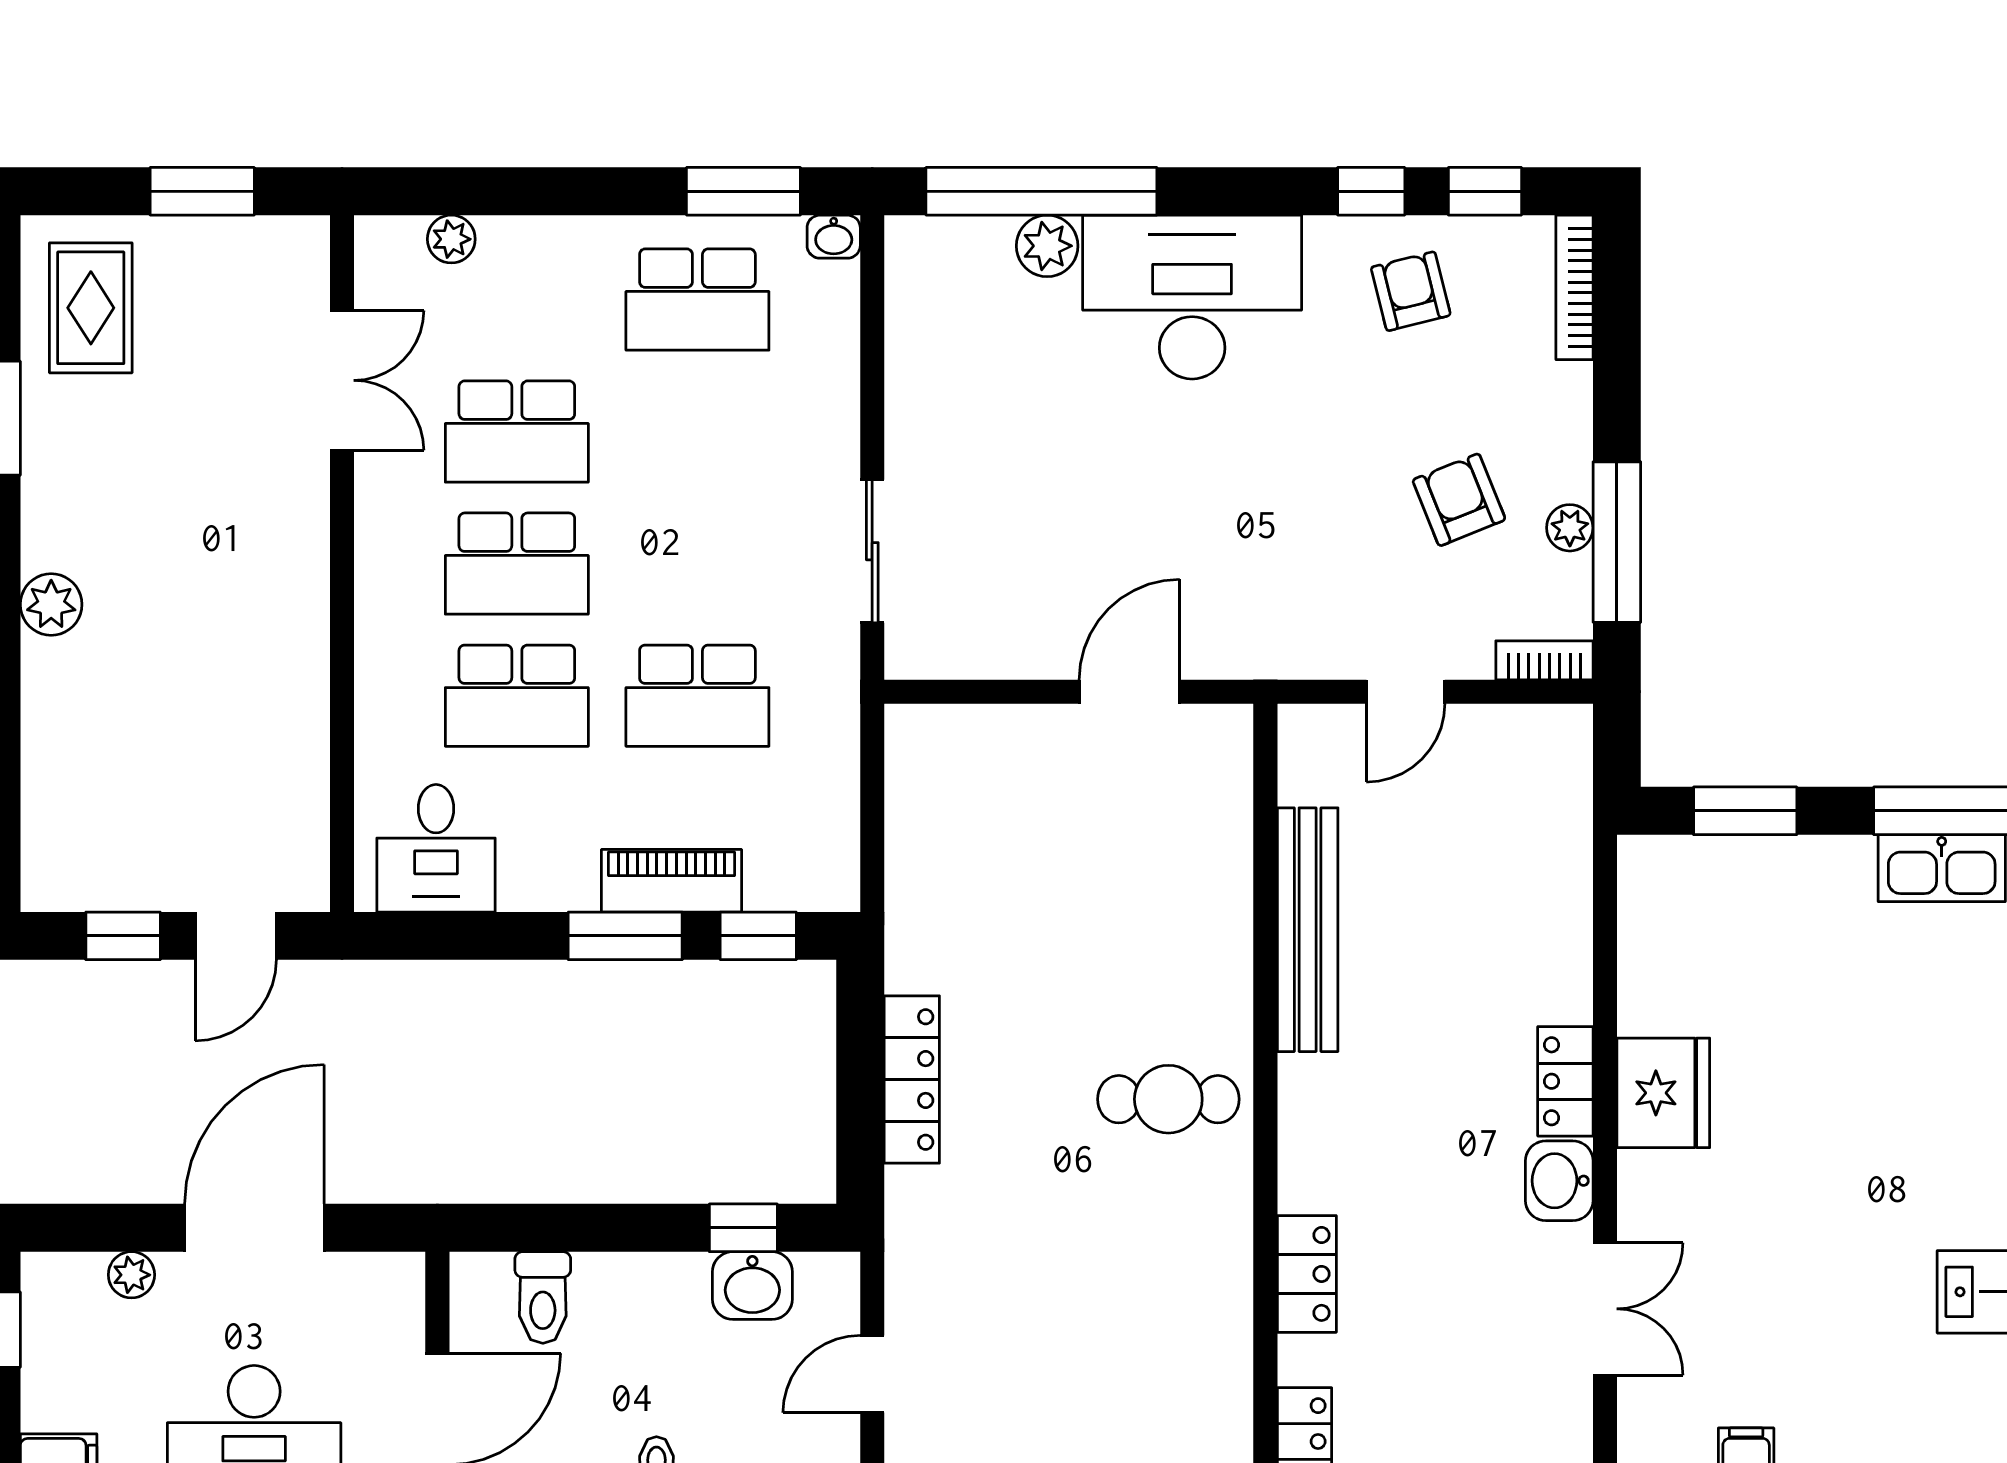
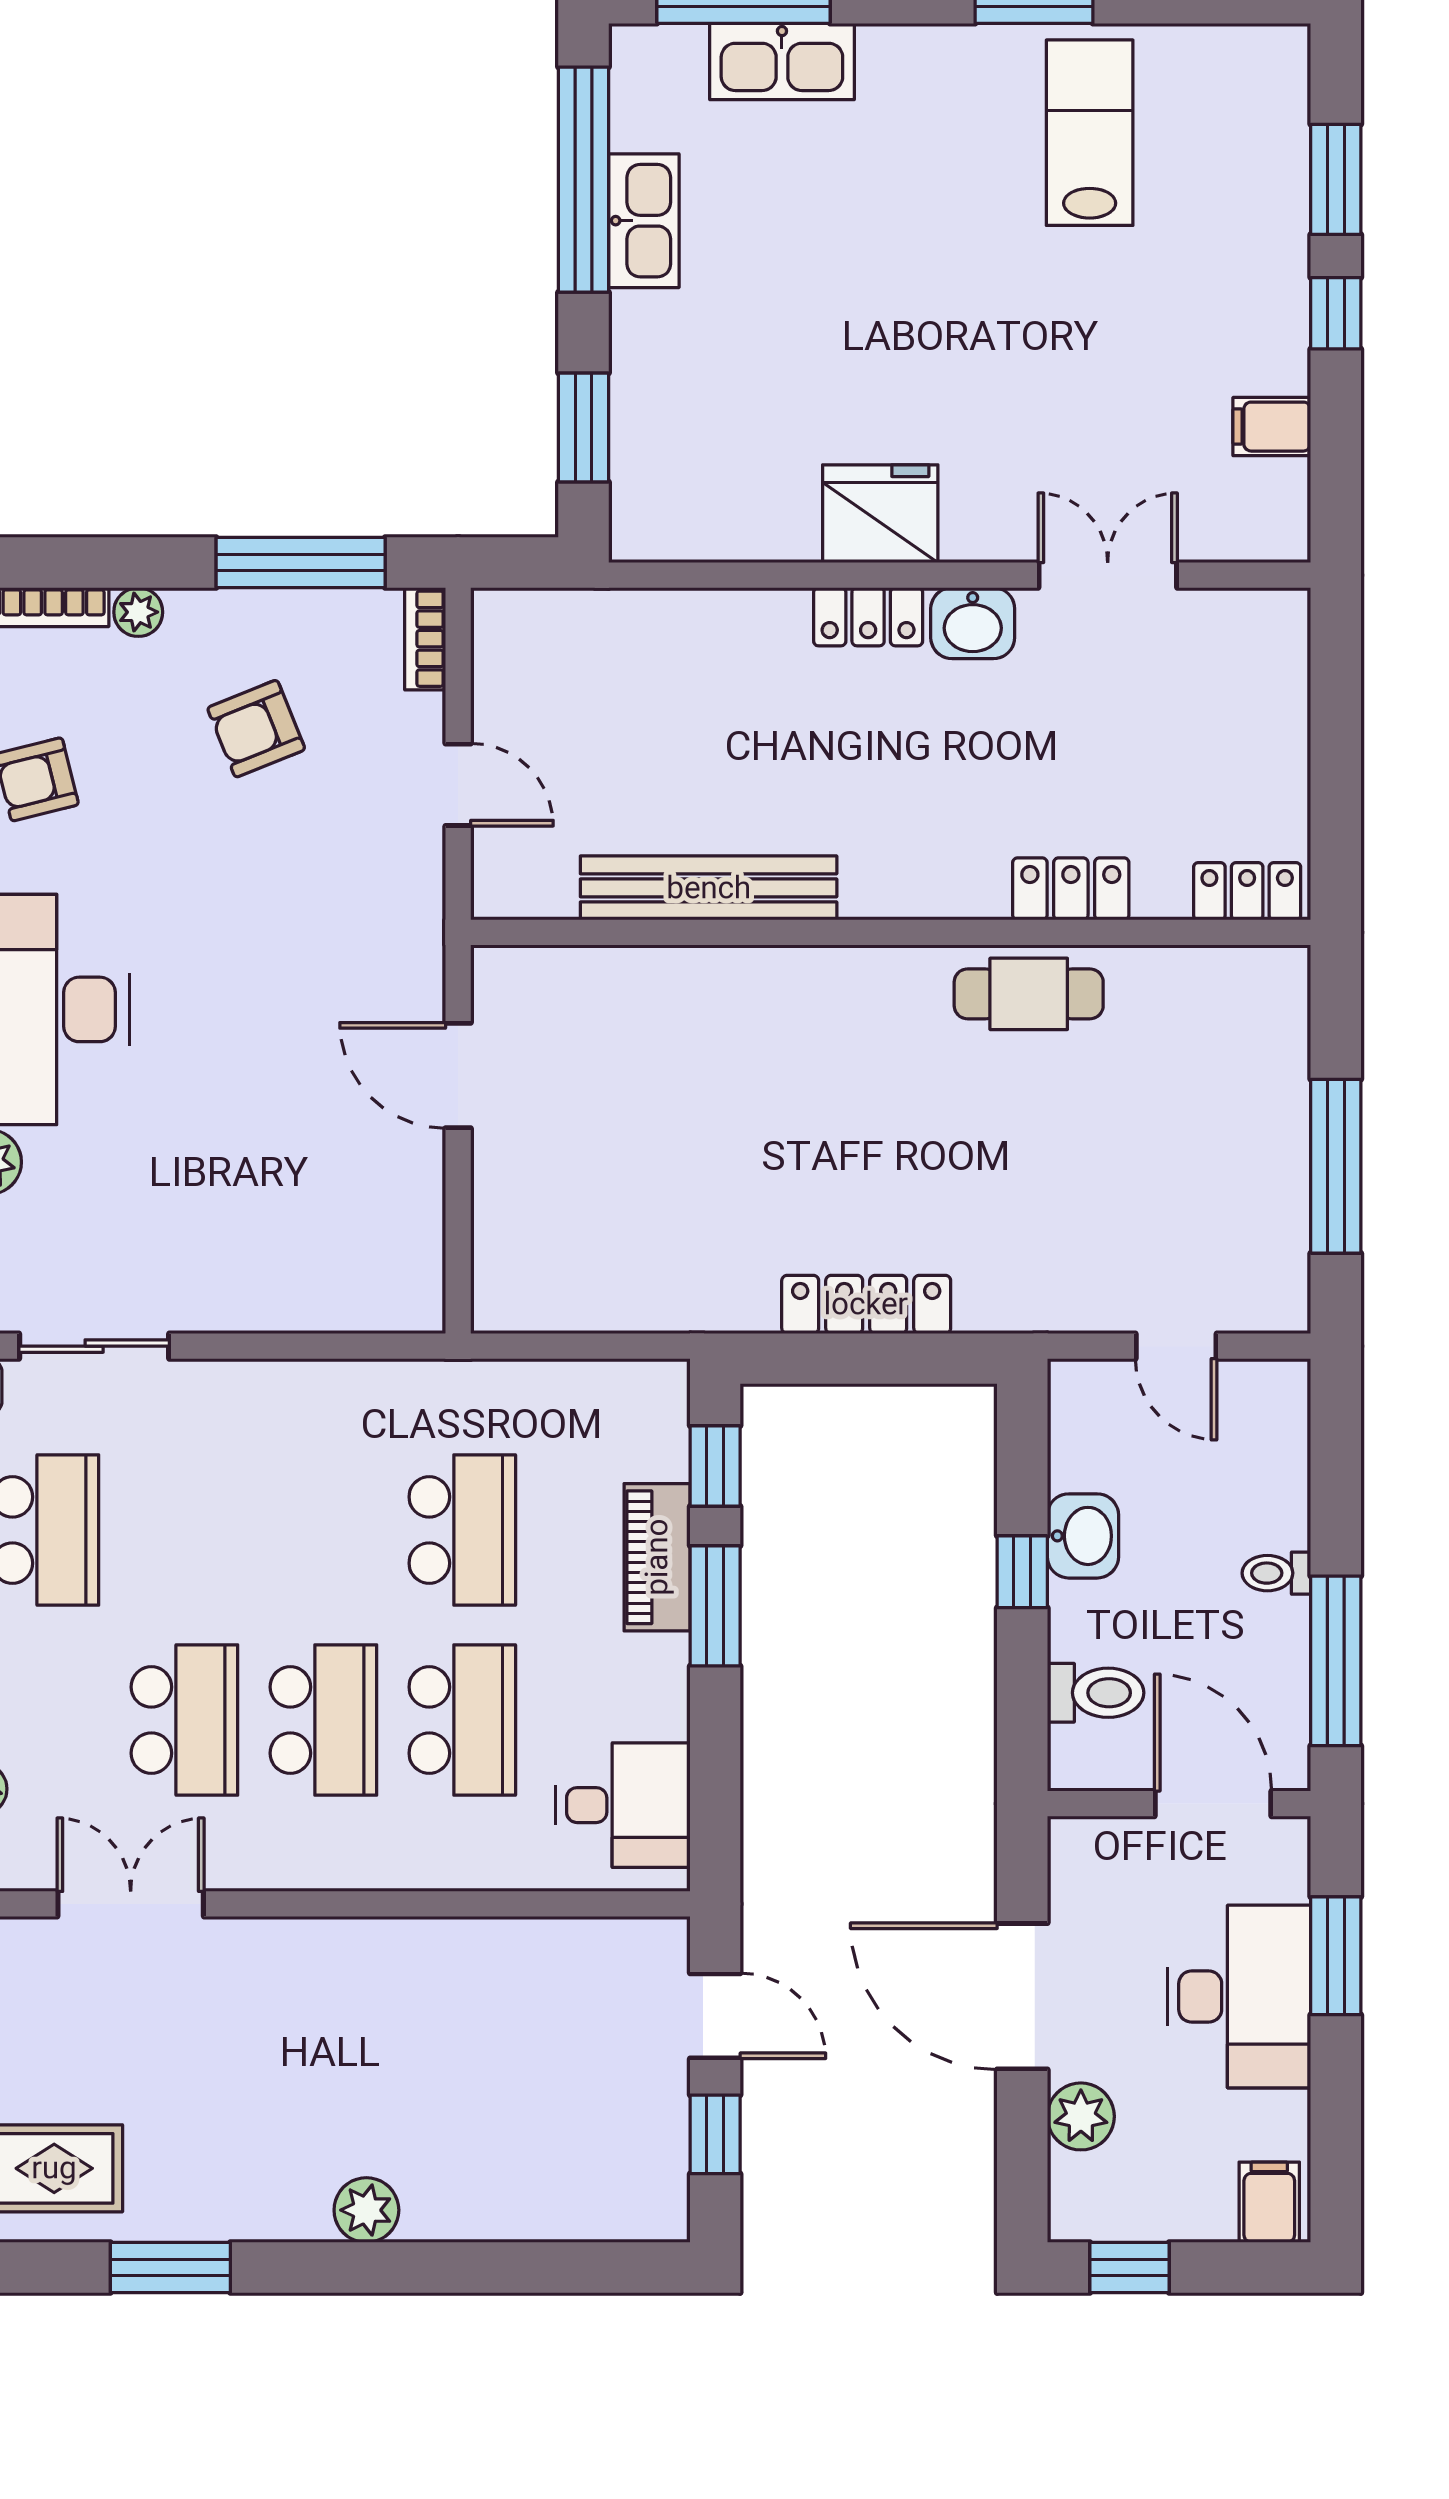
plant: (1570, 528) -> (138, 612), moved
sliding door: (872, 551) -> (94, 1346), moved
cafe table: (1168, 1099) -> (1029, 994), moved, turned 90
window: (743, 1228) -> (1022, 1572), moved
plant: (131, 1275) -> (1081, 2116), width x1.38, depth x1.38
washbasin: (752, 1285) -> (1083, 1536), moved

